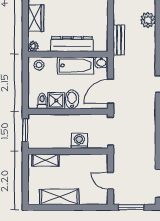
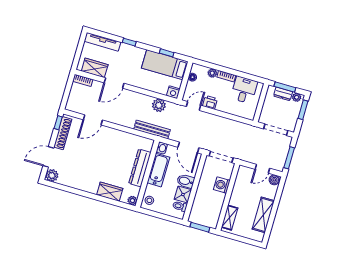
plant: (148, 20) -> (159, 105), moved
bench: (119, 40) -> (152, 129), width x1.36
boiler: (102, 198) -> (274, 180), added

